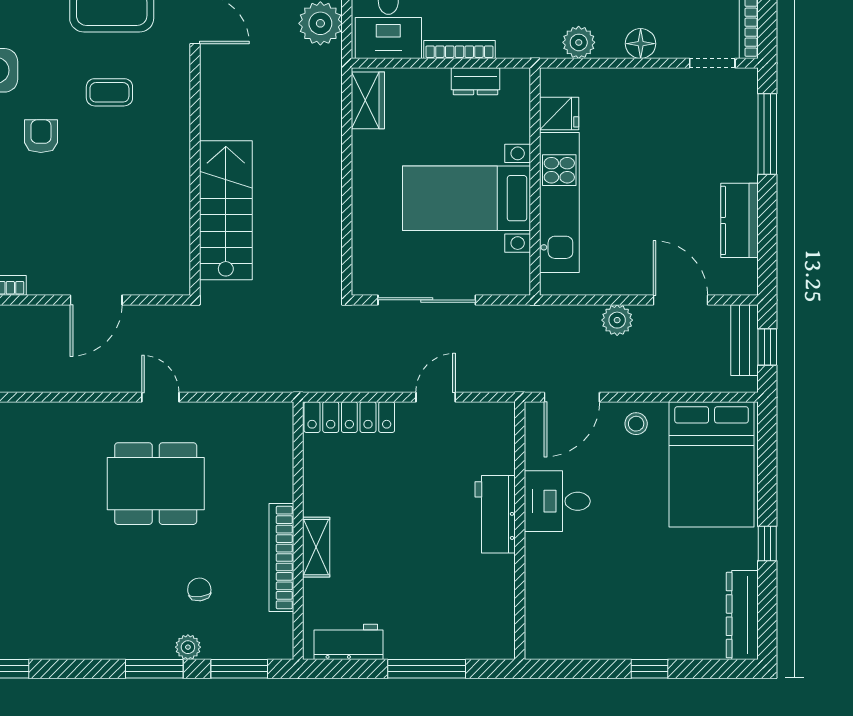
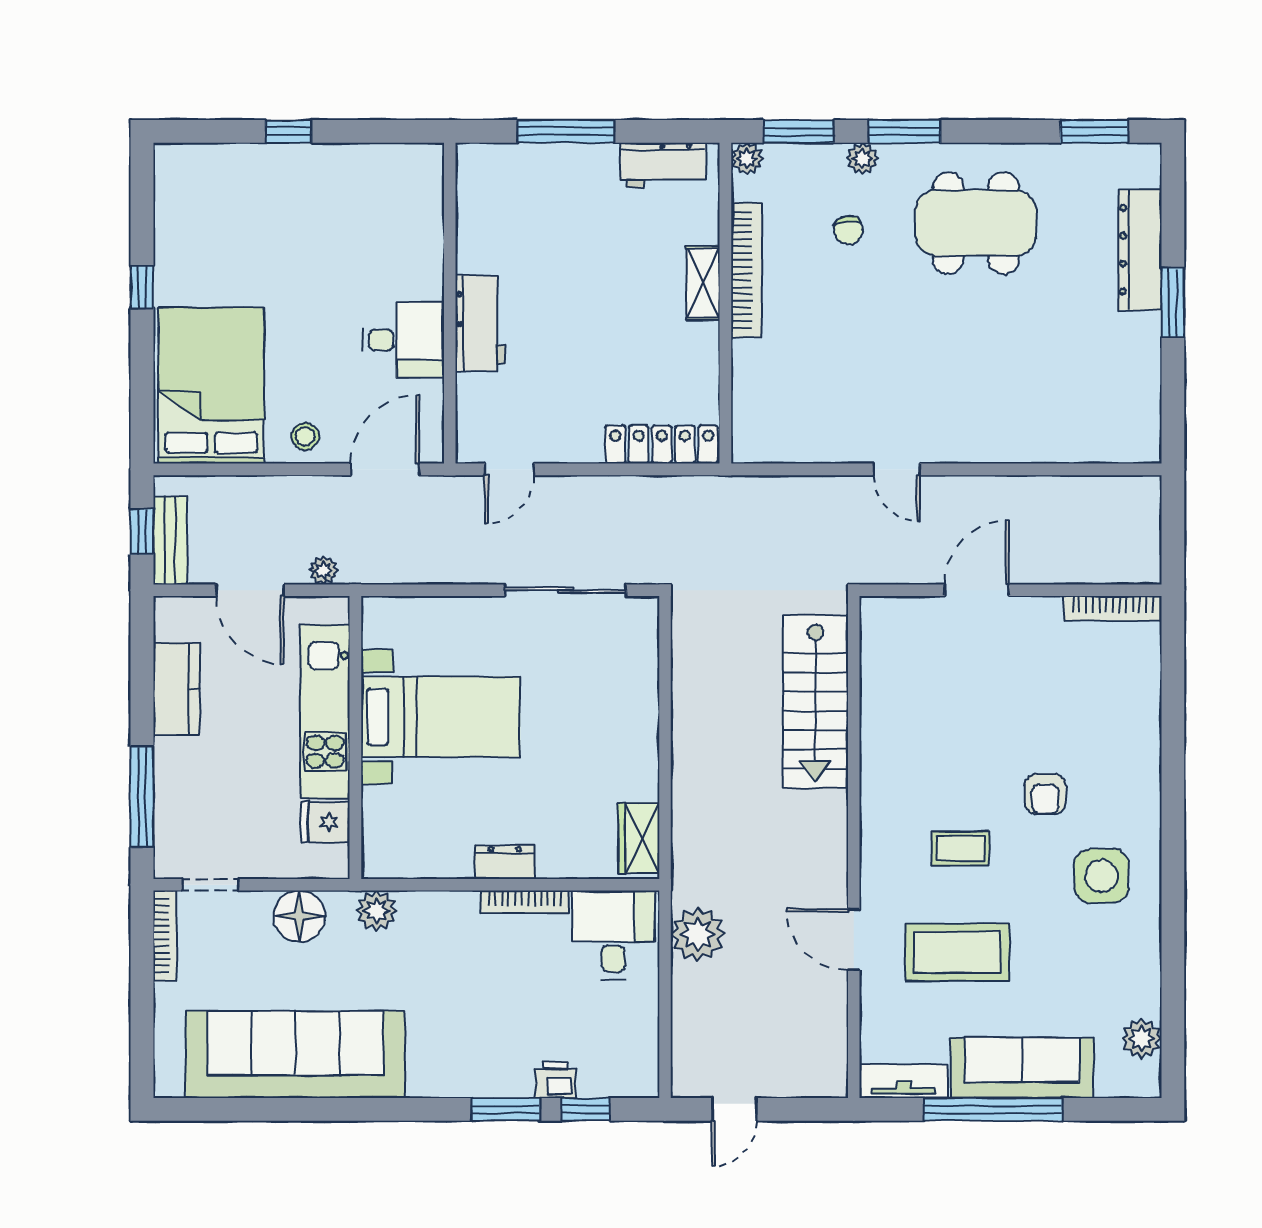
floor lamp: (641, 44) -> (300, 916), width x1.38, depth x1.38
fridge: (559, 113) -> (325, 822), moved
wall: (535, 182) -> (355, 737), moved
bed with nightstands: (466, 198) -> (441, 717), moved
kitchen unit: (559, 202) -> (325, 712), moved
plant: (617, 320) -> (323, 570), width x0.73, depth x0.73
door: (436, 397) -> (509, 469), moved
dining table: (156, 484) -> (976, 223), moved
dresser: (742, 615) -> (173, 198), removed
plant: (281, 647) -> (747, 159), added

